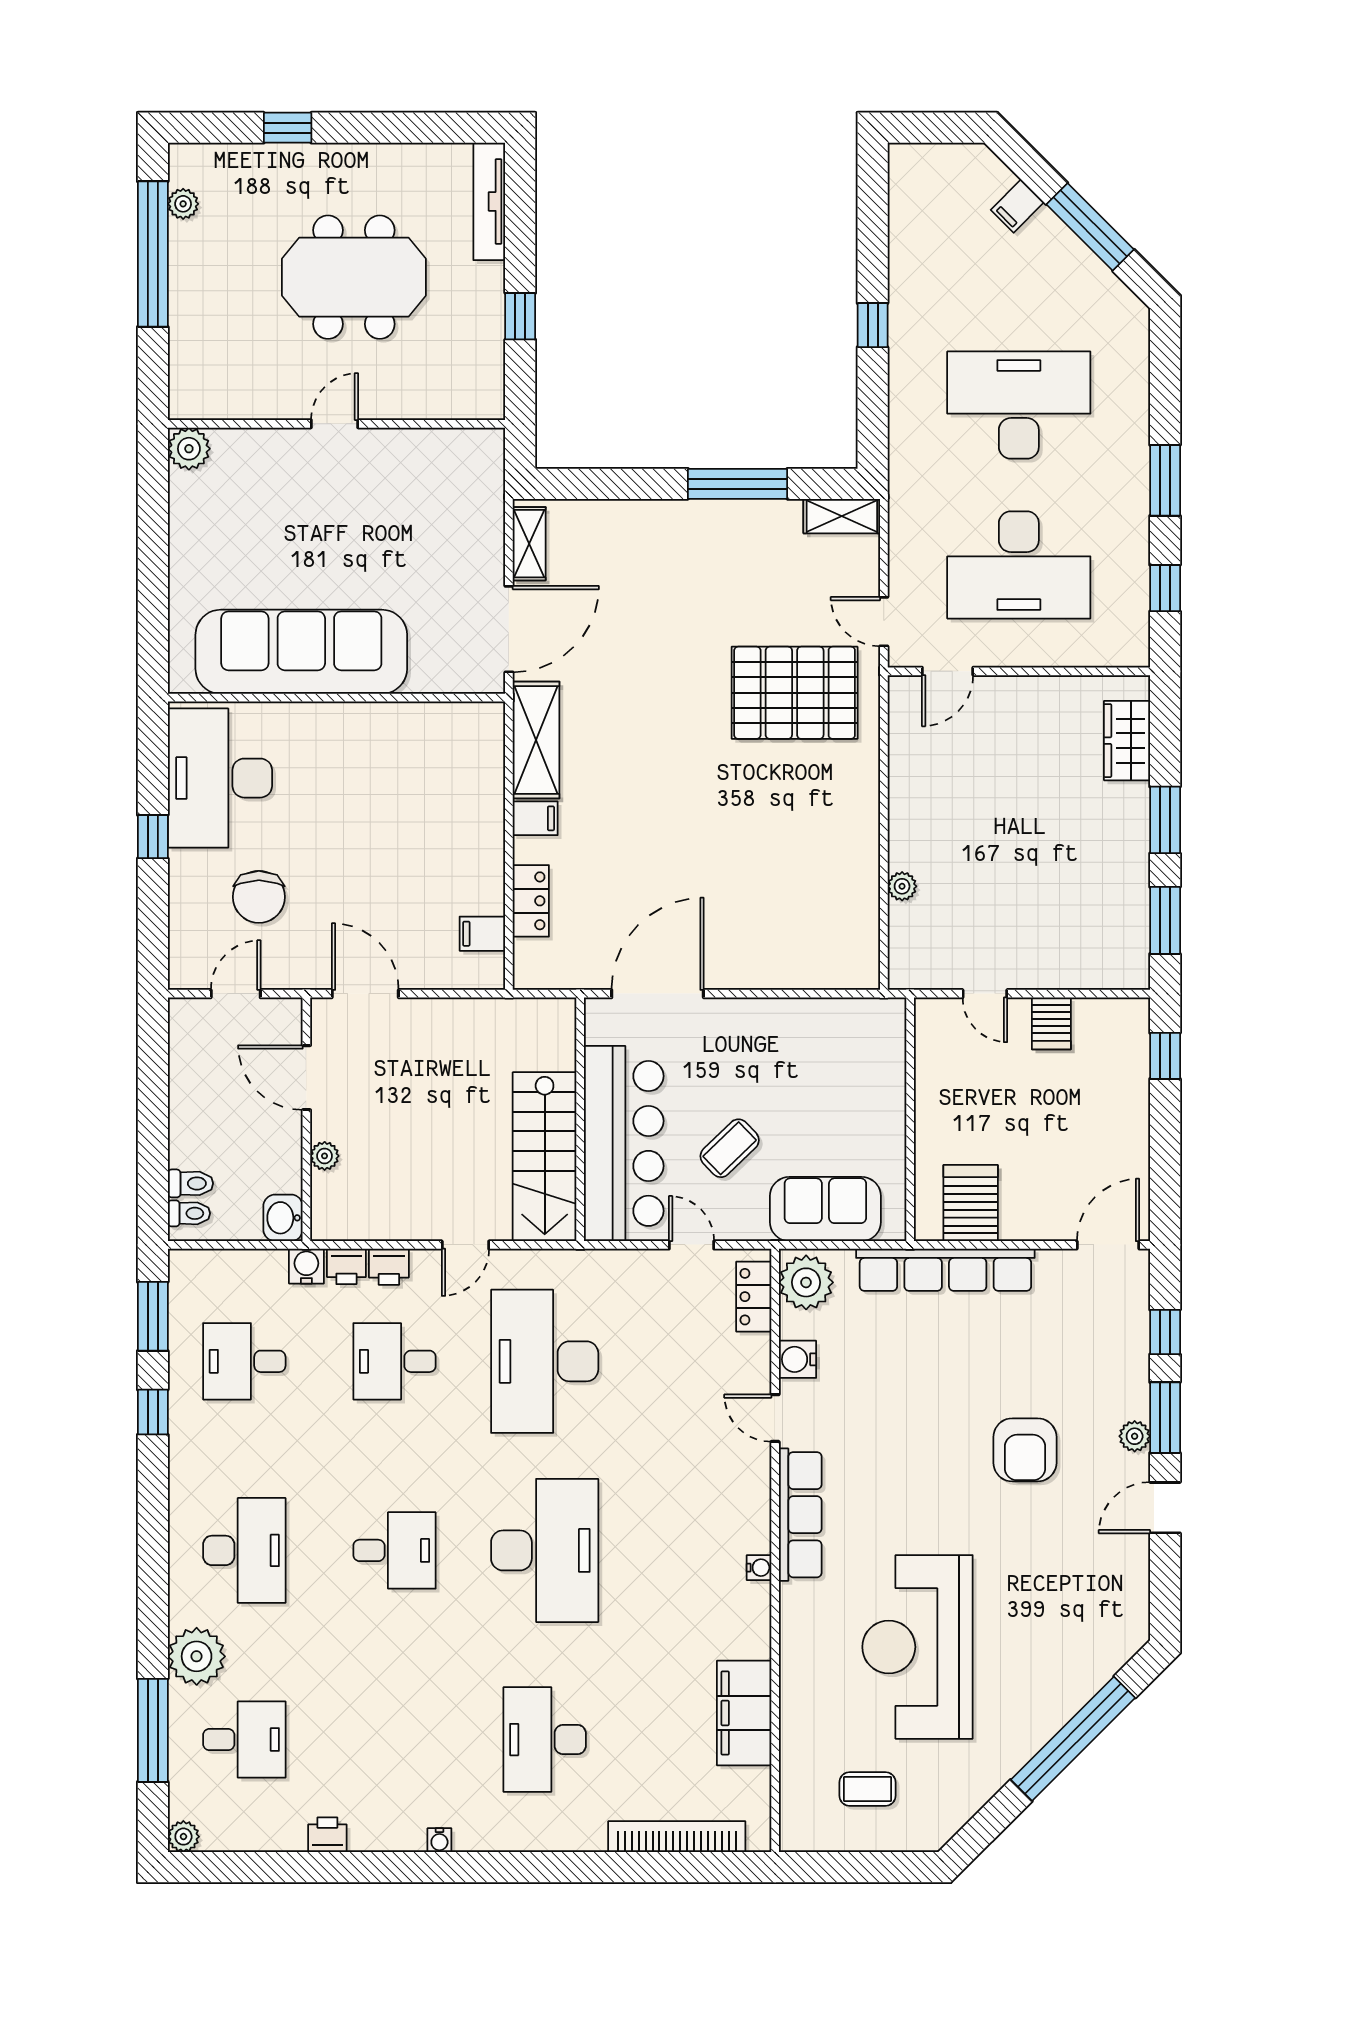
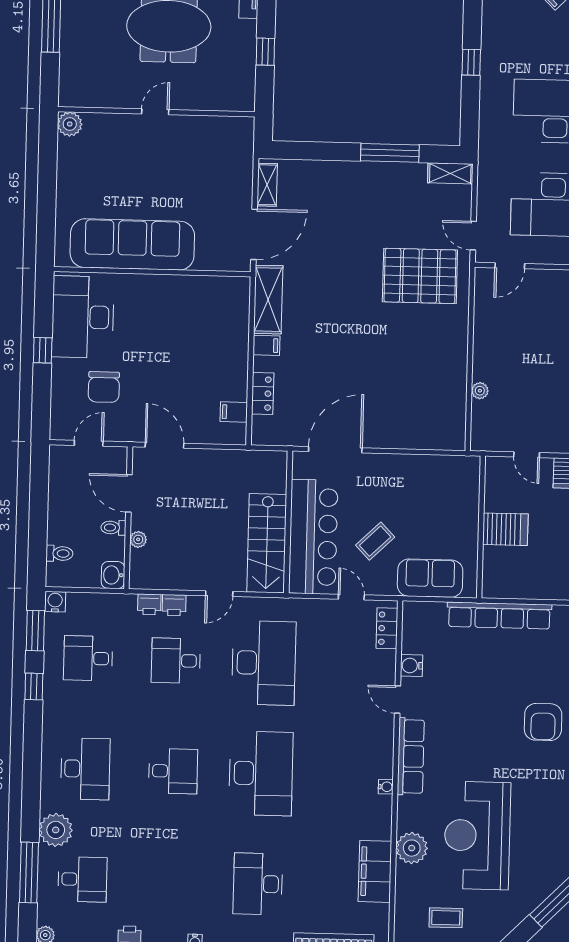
server rack: (971, 1203) -> (505, 529), moved, turned 90
toilet: (189, 1213) -> (113, 528), moved, turned 180
water cooler: (306, 1266) -> (55, 602), moved
plant: (806, 1282) -> (412, 848), moved
desk: (545, 1361) -> (264, 663), turned 180

